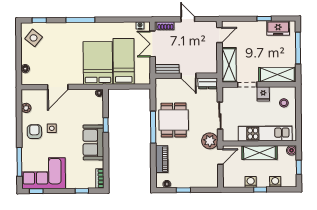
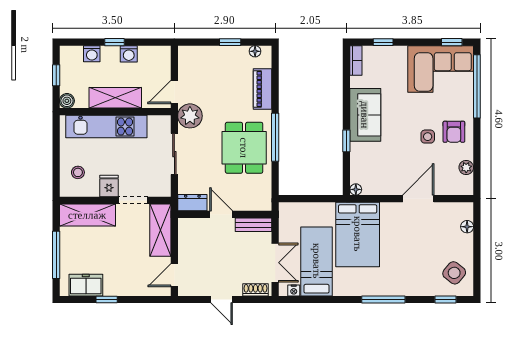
bed: (124, 61) -> (317, 261), moved, turned 180
window: (19, 162) -> (477, 86), width x1.46

